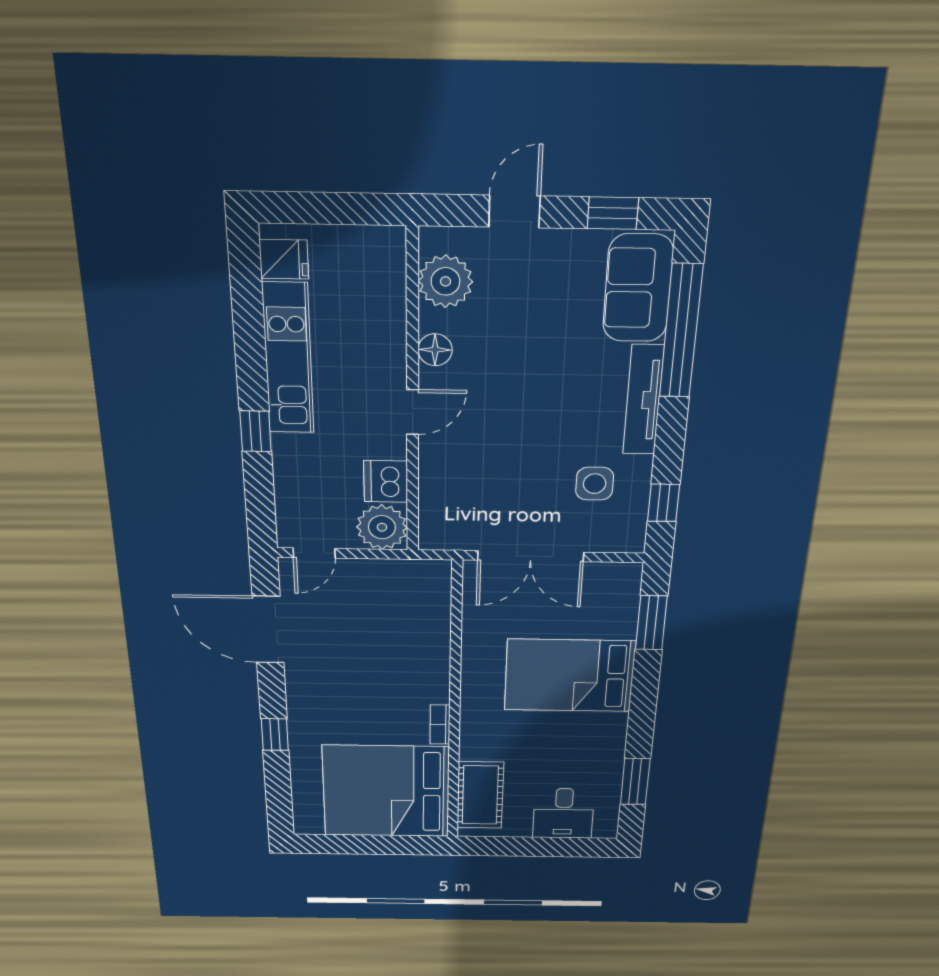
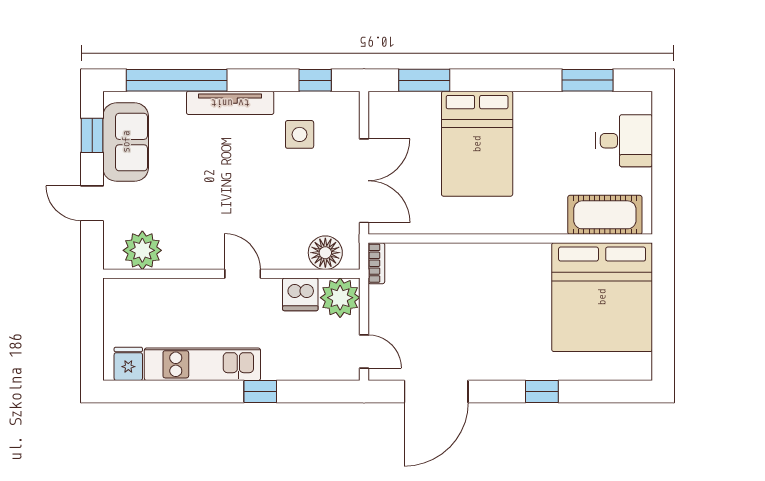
sofa: (638, 288) -> (126, 142), moved, turned -90
floor lamp: (435, 350) -> (325, 253), moved, width x1.38, depth x1.38
bookcase: (440, 725) -> (376, 263), moved, turned -90

